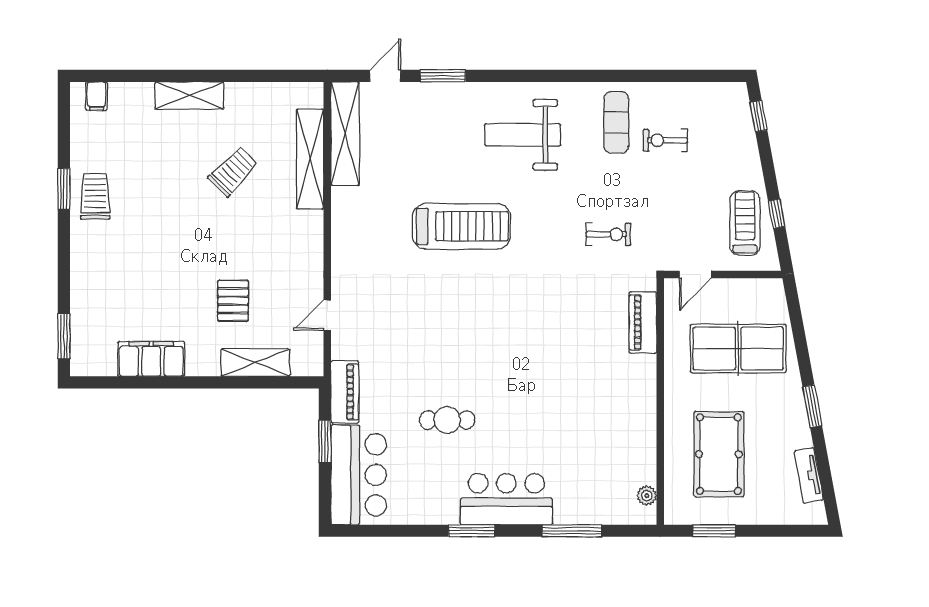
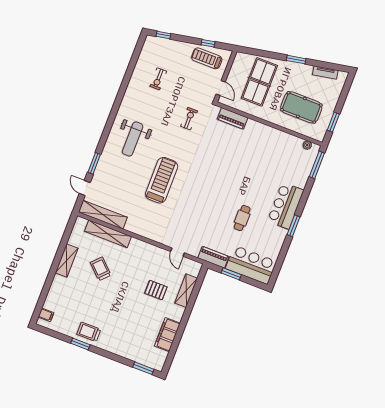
shelving: (189, 95) -> (67, 261), moved
exercise mat: (616, 122) -> (143, 97), removed
window: (572, 531) -> (317, 165), moved

